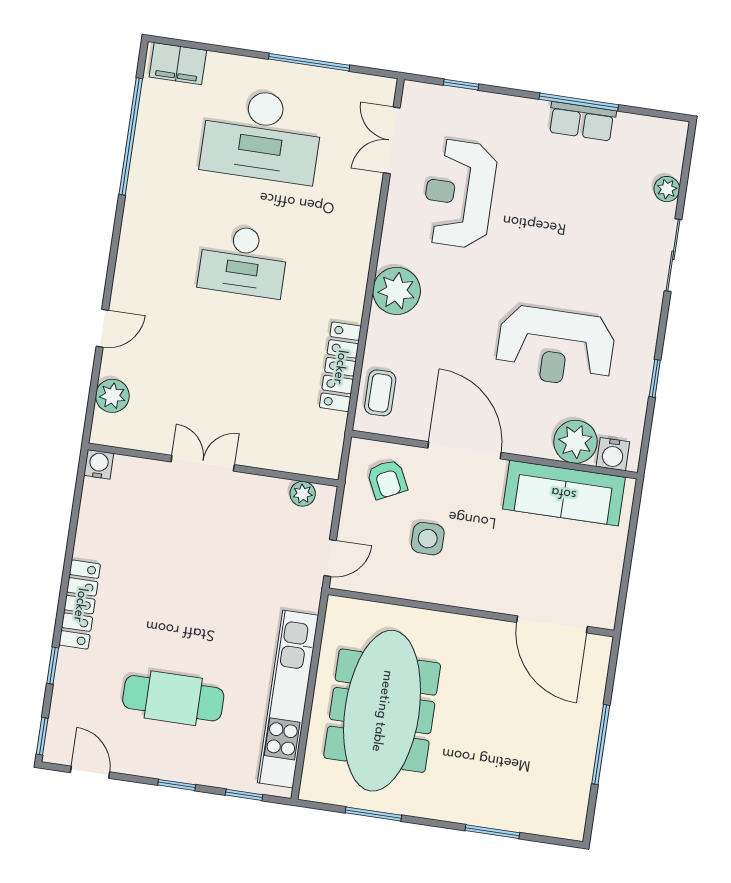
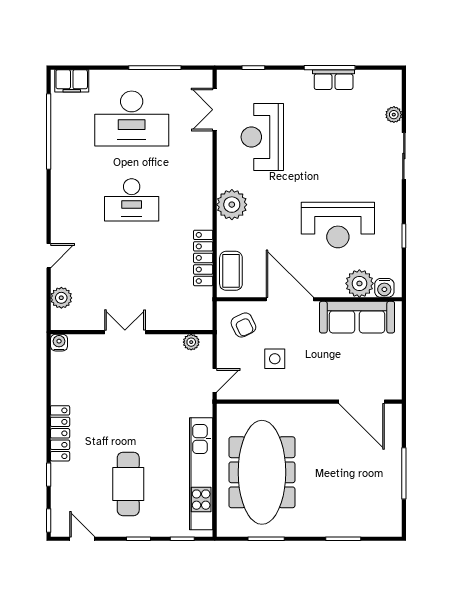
coffee table: (380, 393) -> (231, 271), width x1.36, depth x1.30
cafe table: (173, 698) -> (128, 484), turned 90

